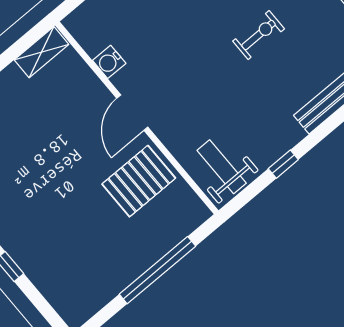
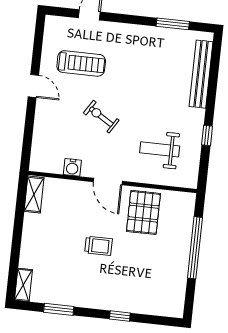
exercise bike: (259, 35) -> (101, 117), moved, turned -58
weight bench: (222, 167) -> (160, 149), moved
trolley: (58, 171) -> (99, 246), added

